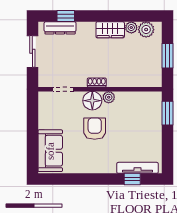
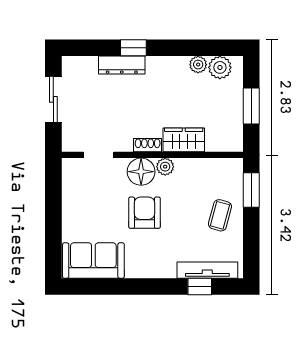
window: (66, 16) -> (133, 48), moved
dresser: (60, 28) -> (122, 65), moved
wardrobe: (110, 30) -> (184, 140), moved, turned 180
coffee table: (146, 130) -> (220, 215), added
sofa: (50, 151) -> (93, 261), moved, turned -90

